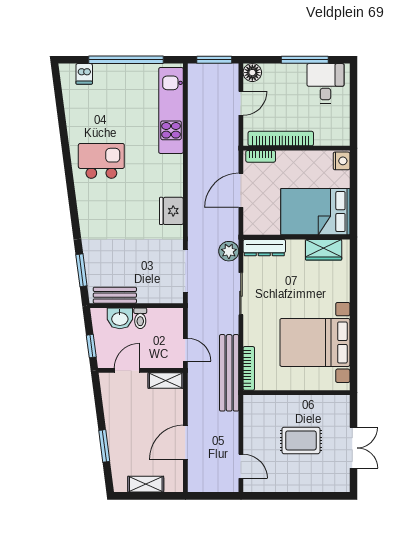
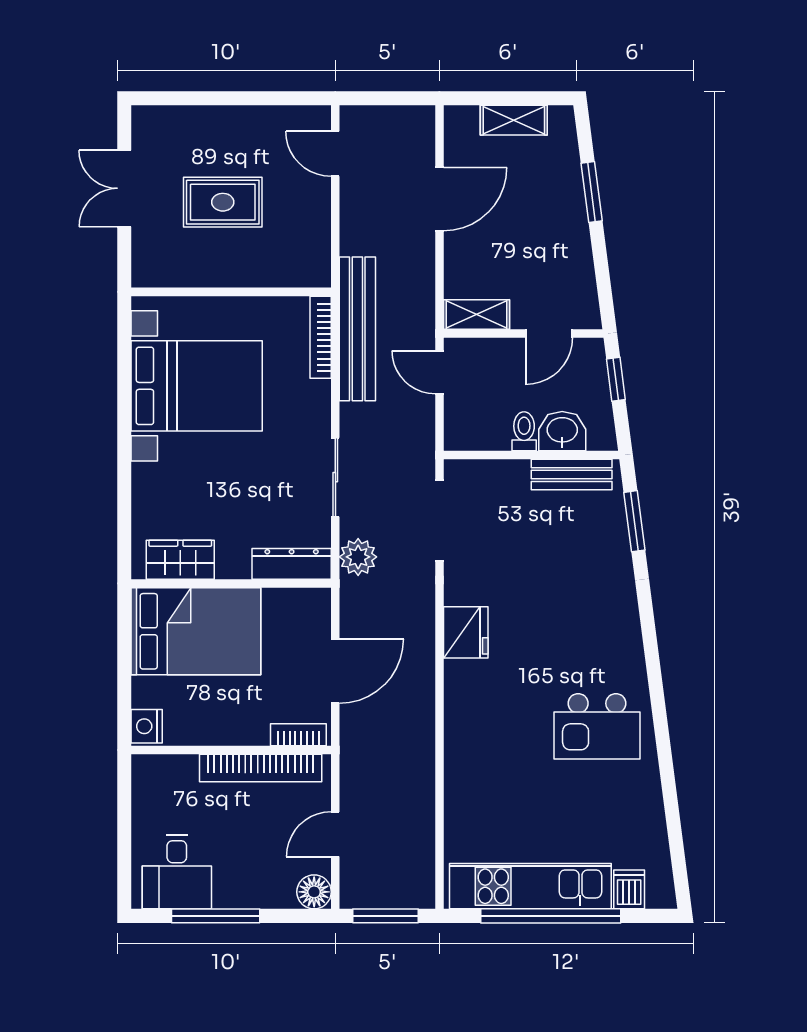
kitchen unit: (171, 110) -> (530, 886), moved, turned -90

